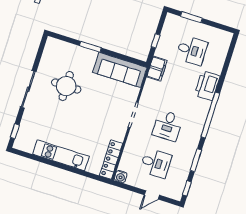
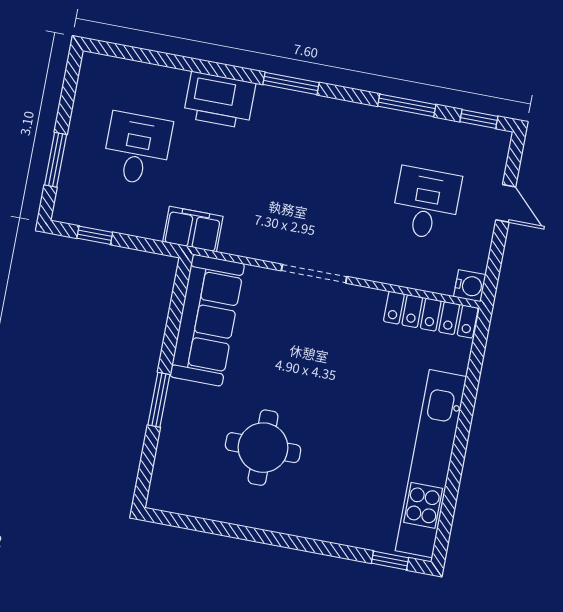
window: (156, 41) -> (95, 235), moved
sliding door: (28, 89) -> (283, 540), removed
window: (210, 115) -> (291, 83), width x0.47
desk: (168, 126) -> (330, 185), removed
kitchen unit: (61, 155) -> (431, 464), width x1.36

